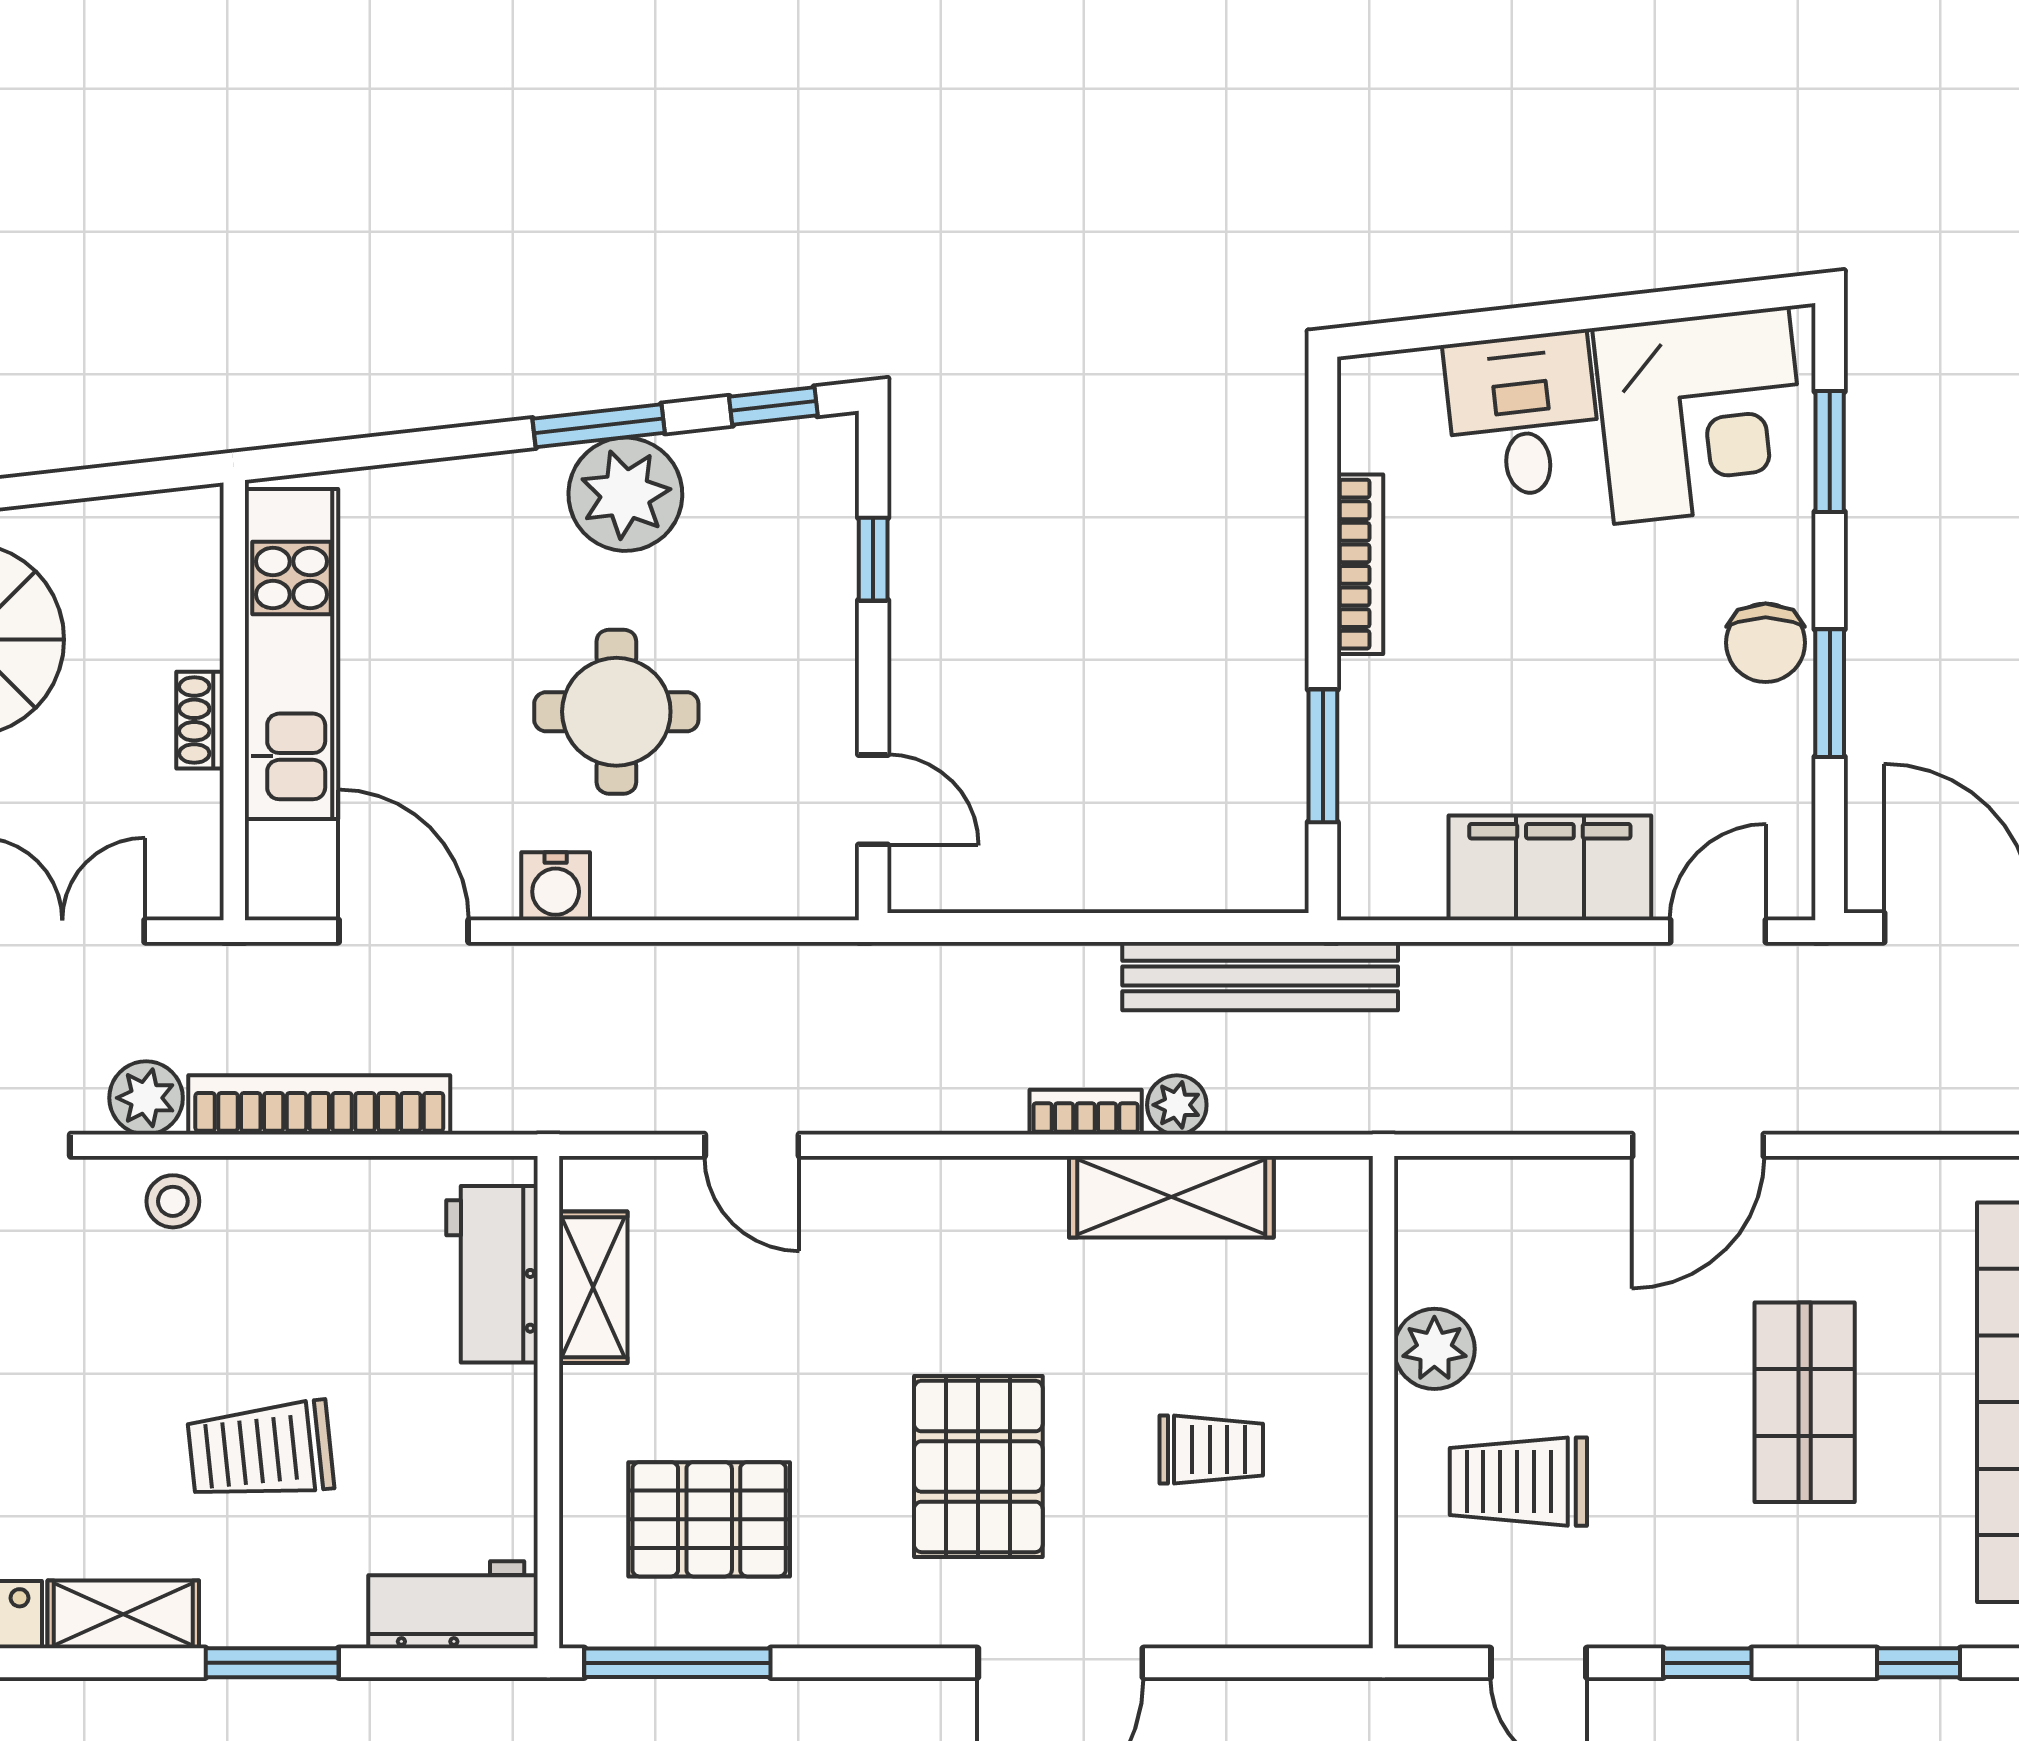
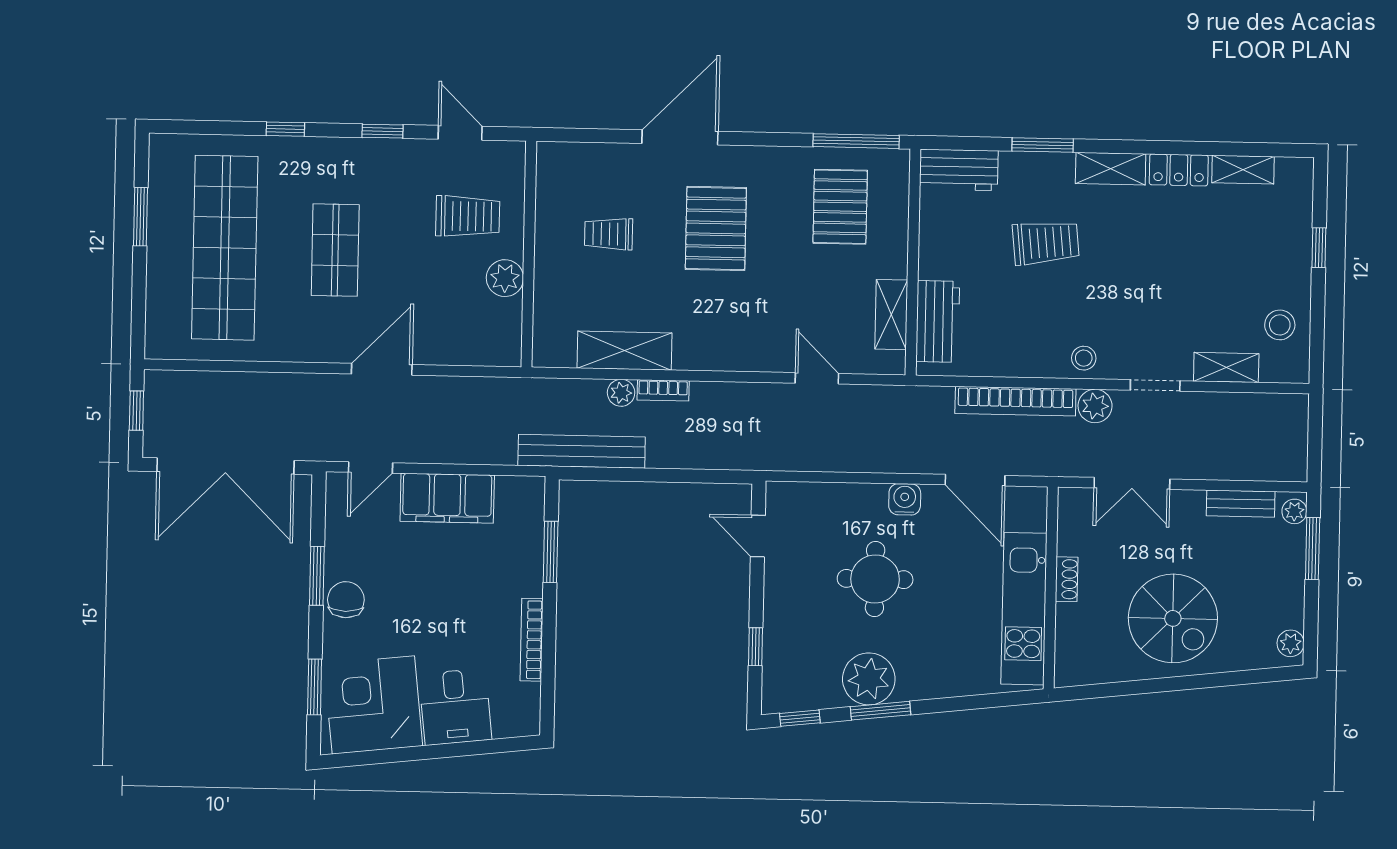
pallet: (709, 1519) -> (840, 207), turned 90

